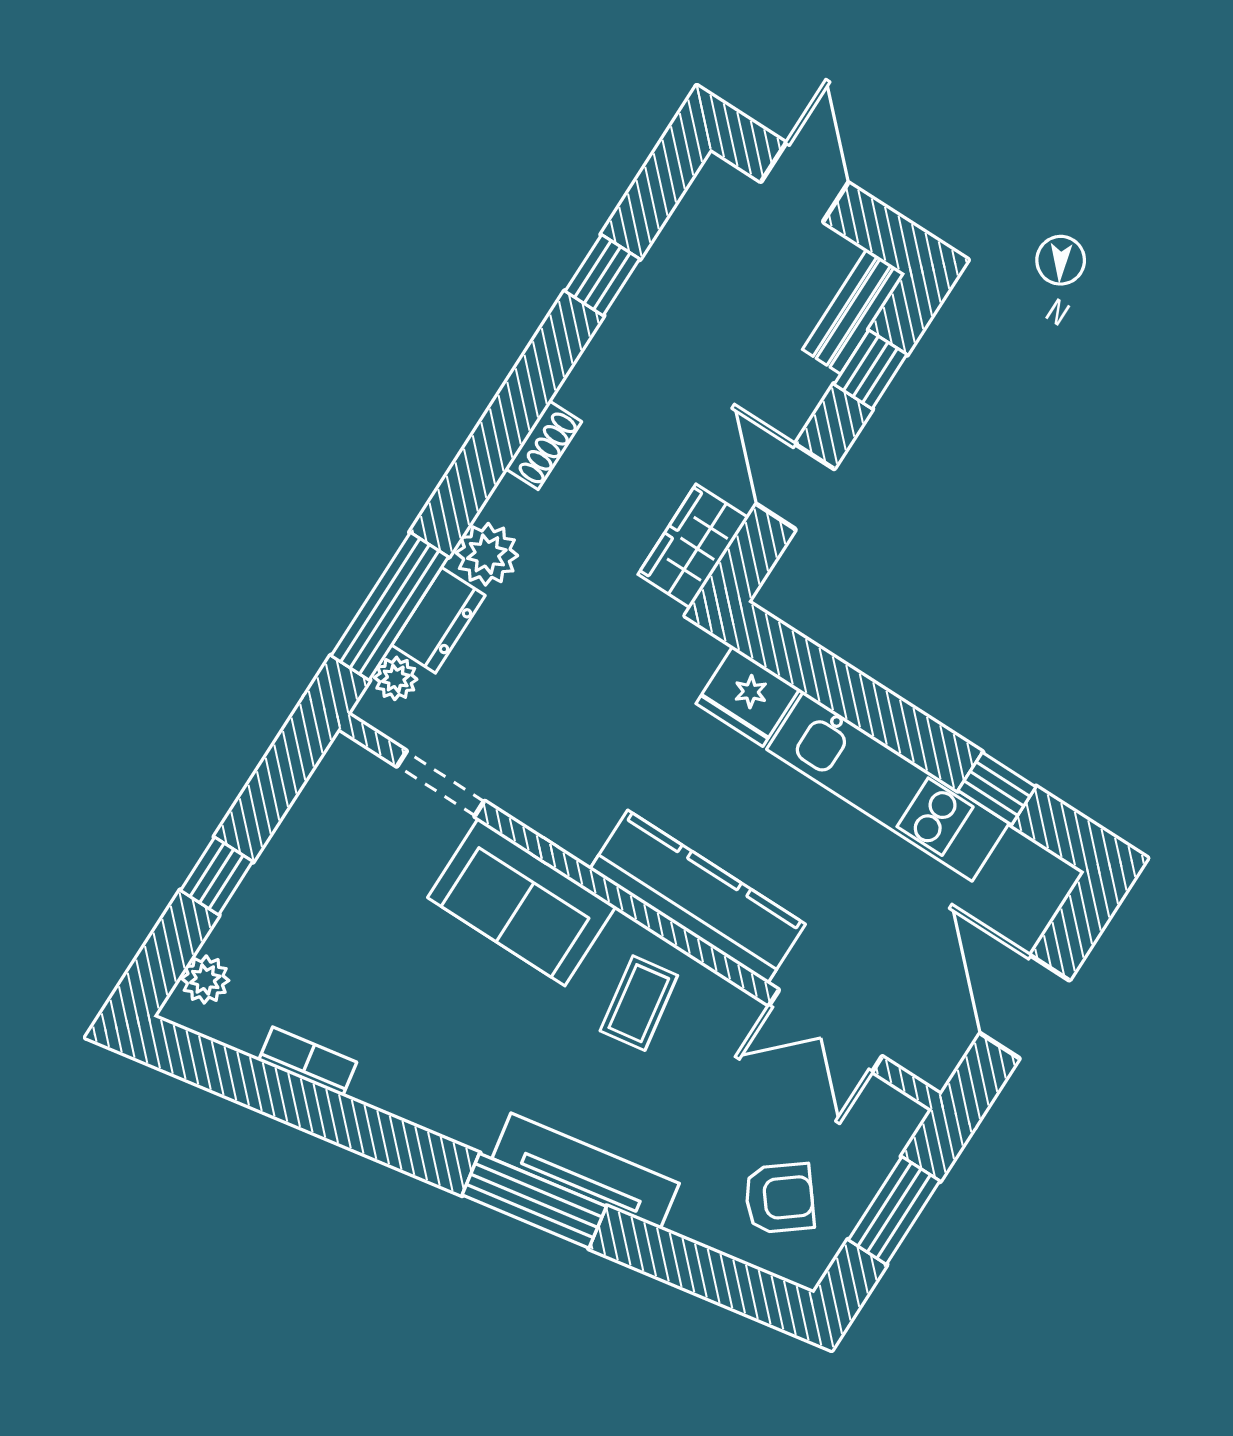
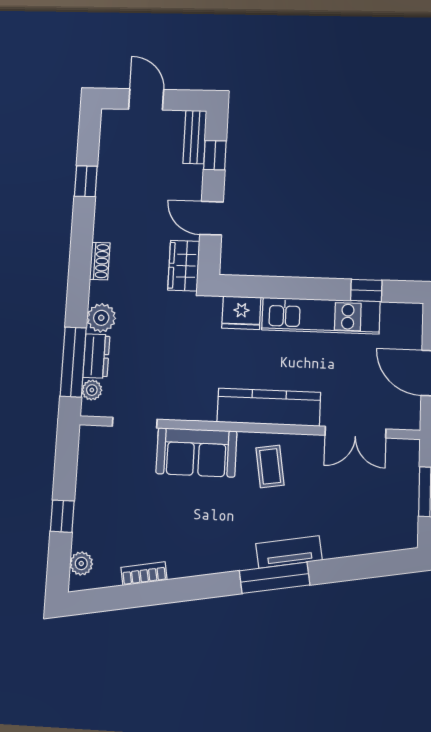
tv unit: (586, 1171) -> (289, 552), width x0.71
armchair: (779, 1198) -> (378, 515), removed

